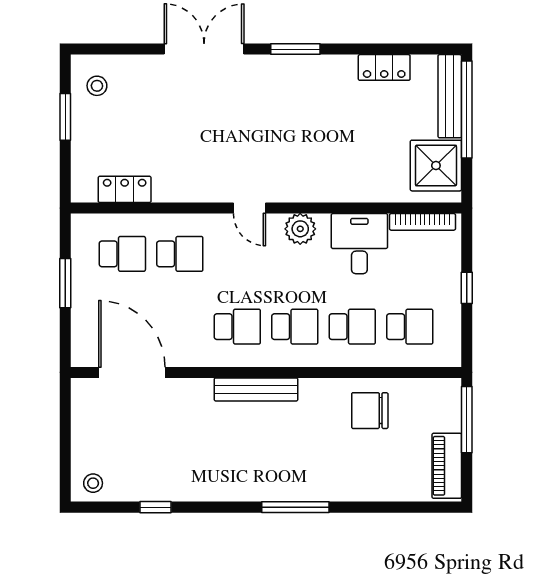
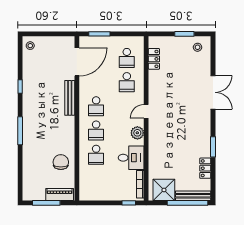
window: (295, 49) -> (213, 147), moved
window: (65, 283) -> (99, 34), moved
window: (467, 288) -> (129, 203), moved
school desk: (410, 327) -> (96, 179), removed
bench: (256, 389) -> (70, 98), moved
window: (467, 420) -> (46, 203), moved
piano: (447, 466) -> (60, 195), moved
window: (156, 507) -> (20, 86), moved

